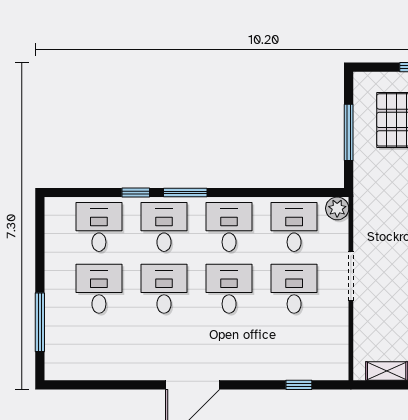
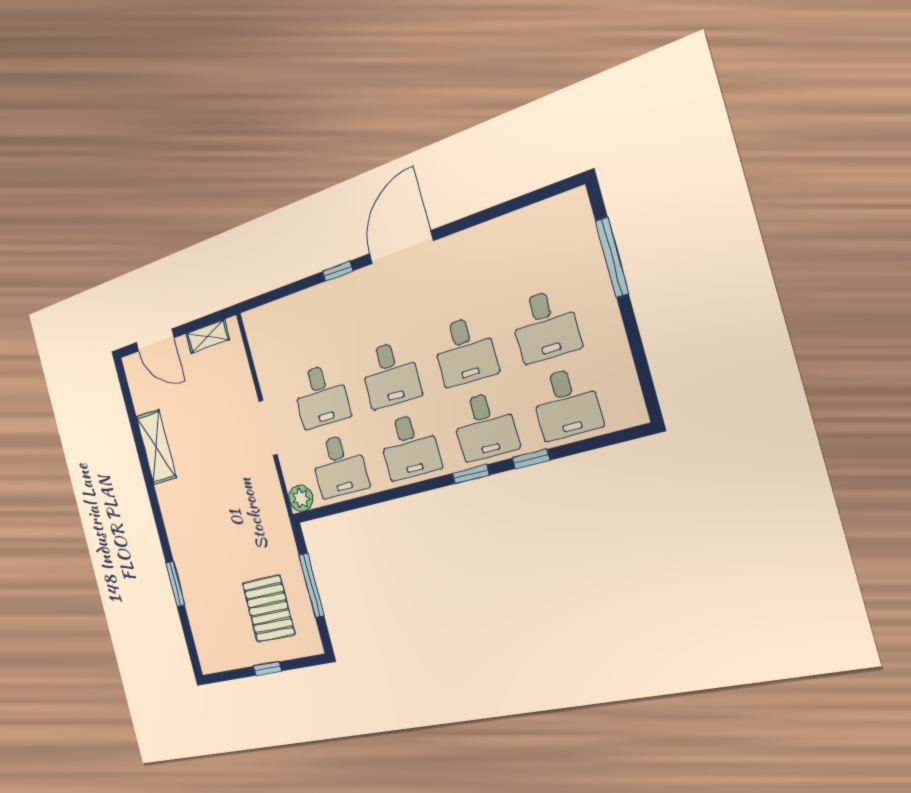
window: (185, 193) -> (471, 474), width x0.67
window: (299, 385) -> (337, 271), moved

